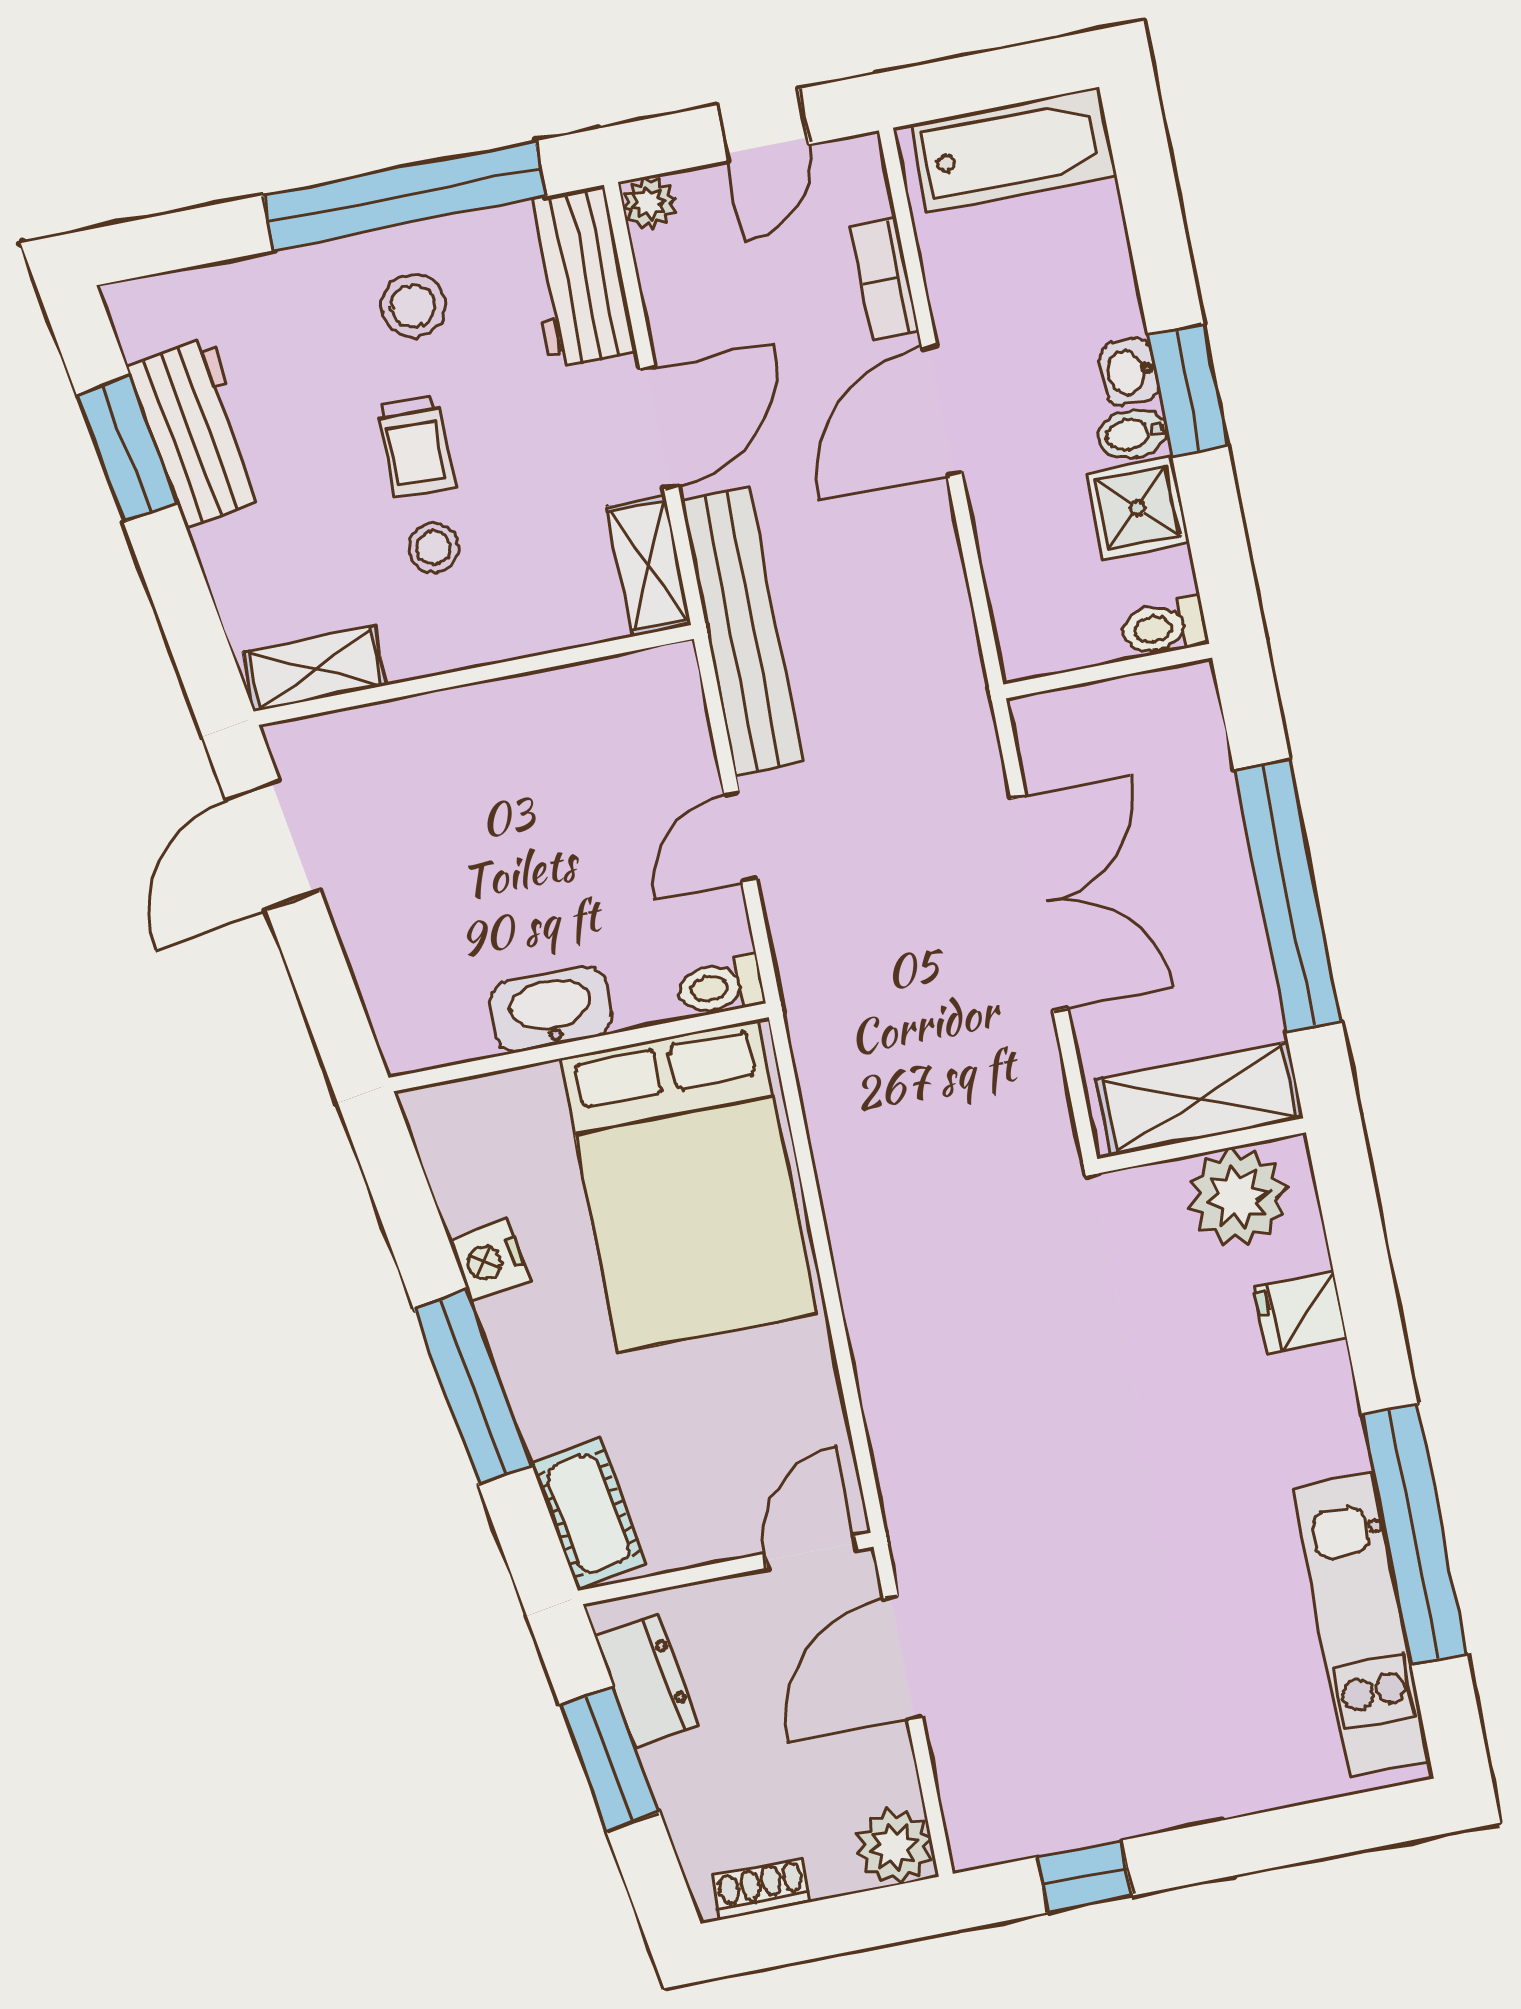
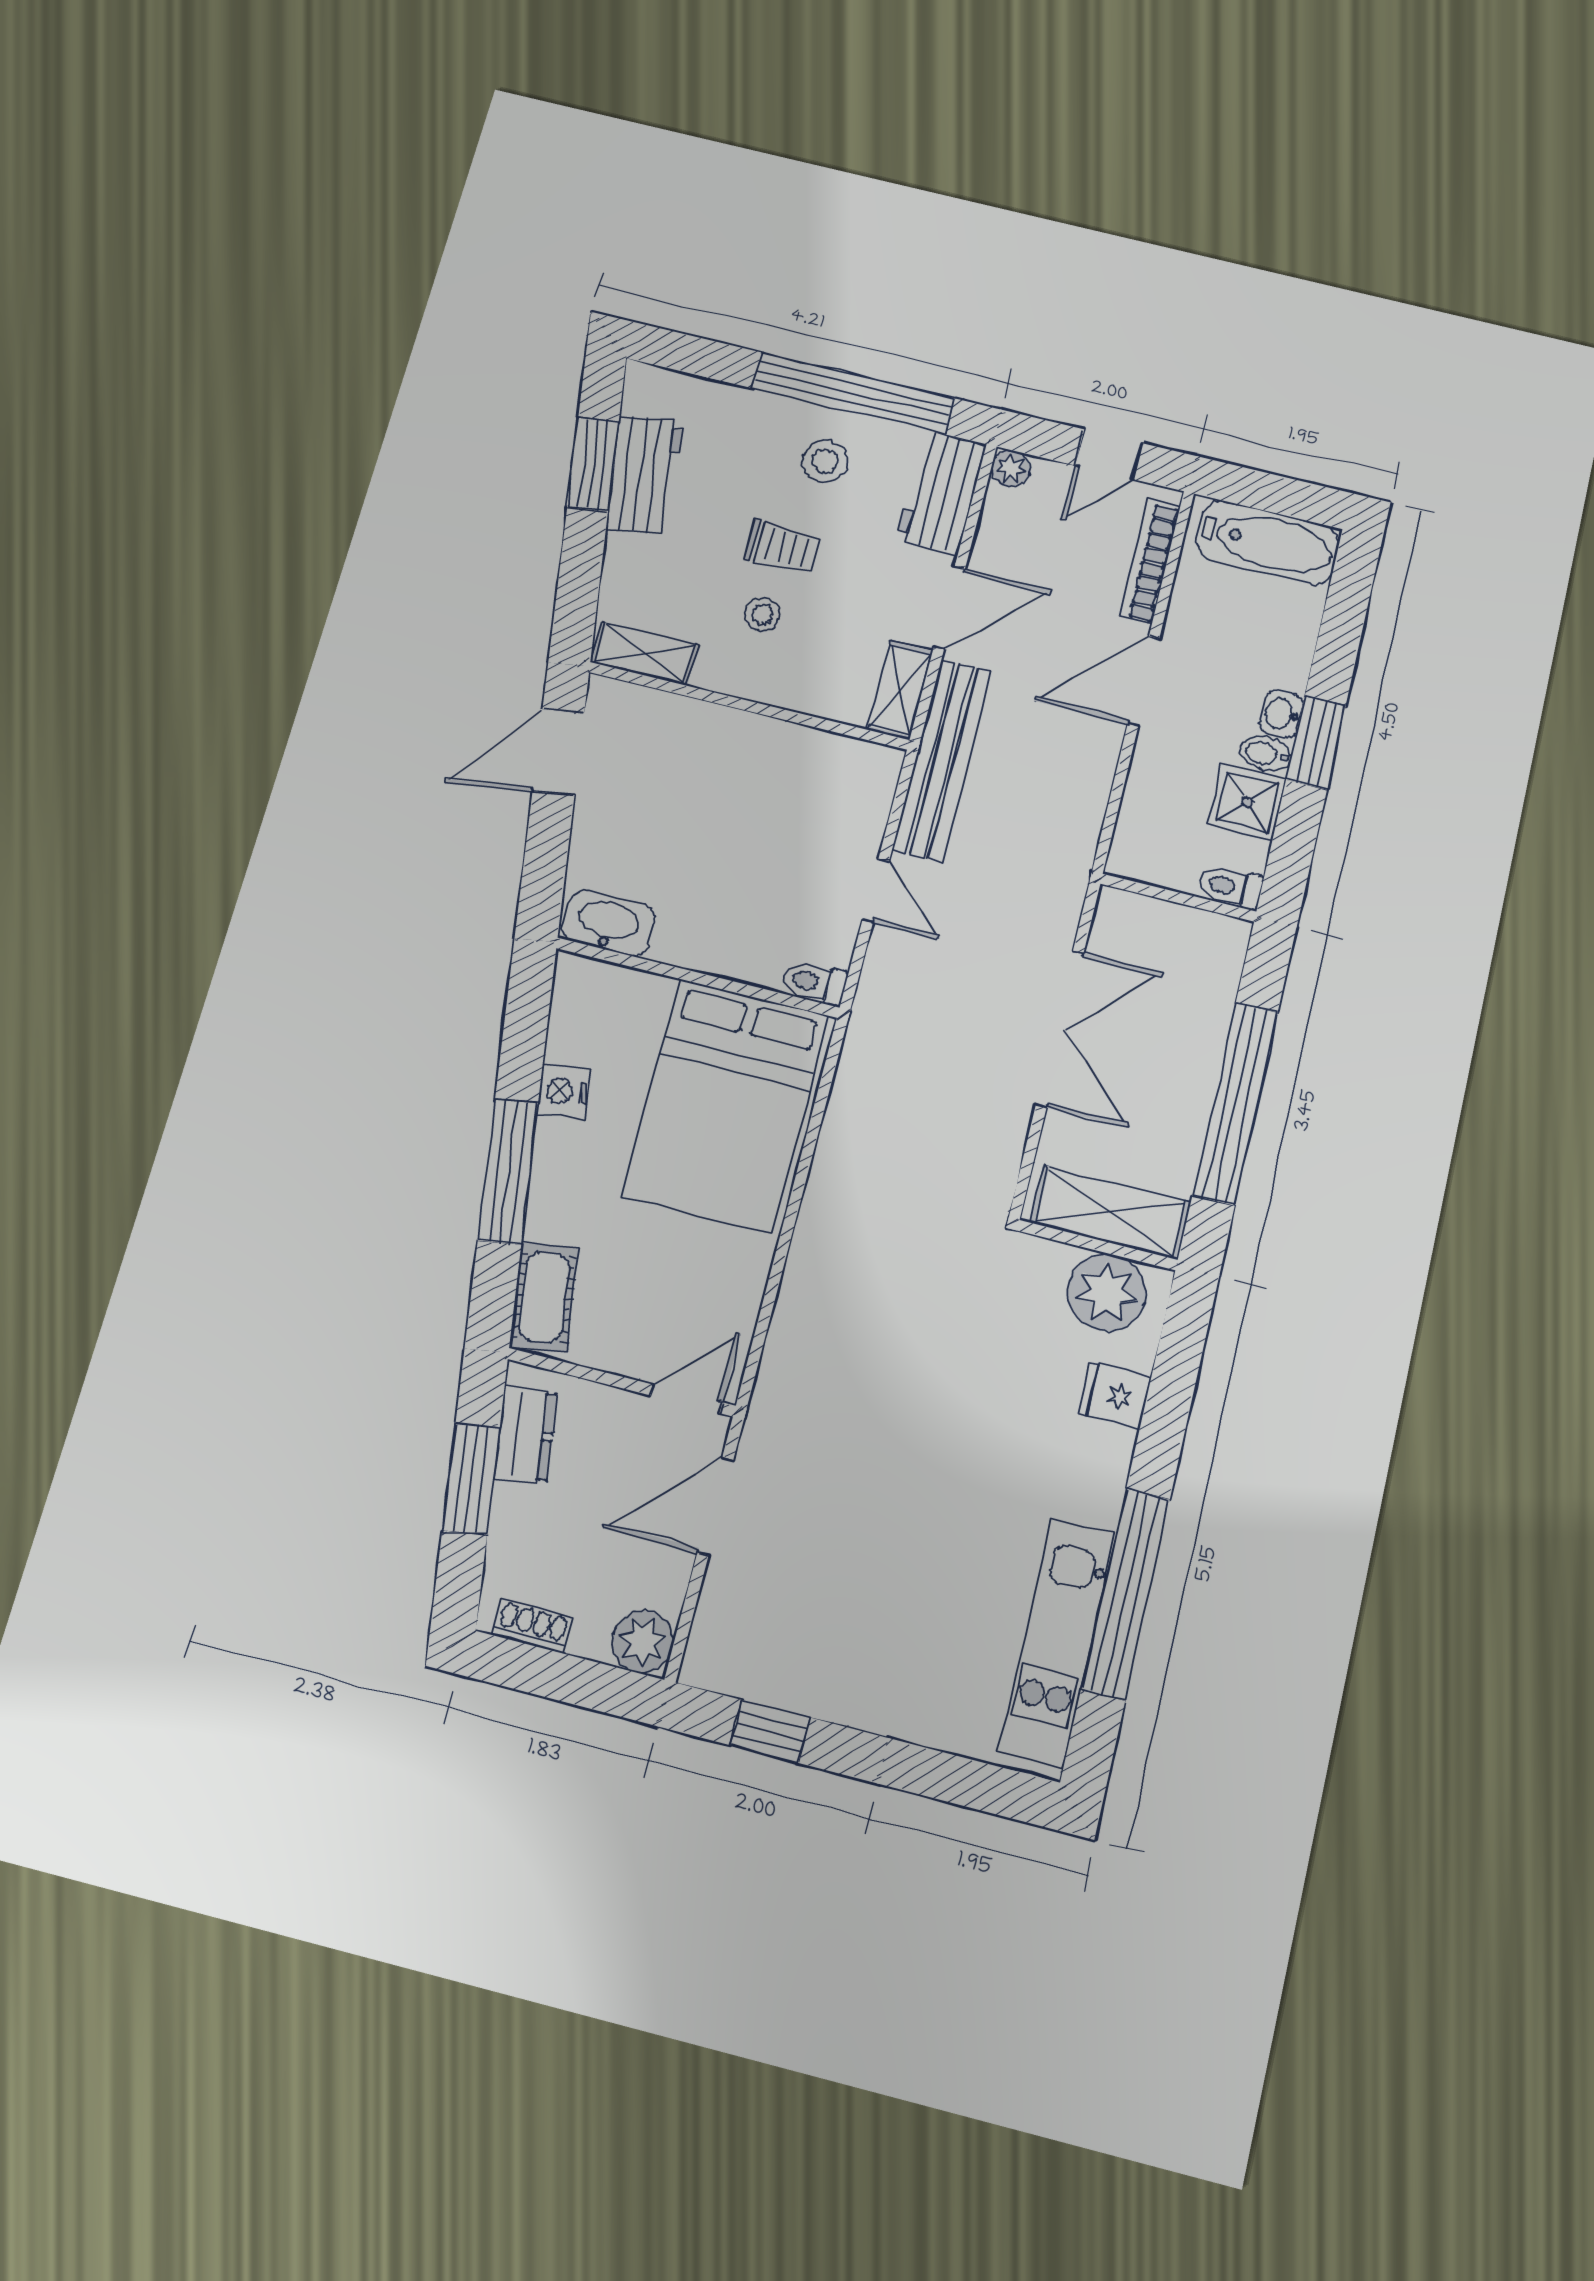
bookcase: (885, 279) -> (1150, 562), width x1.56
trolley: (415, 446) -> (782, 547), turned -90
door: (740, 837) -> (876, 891), swing flipped
washbasin: (551, 1009) -> (608, 923), moved

